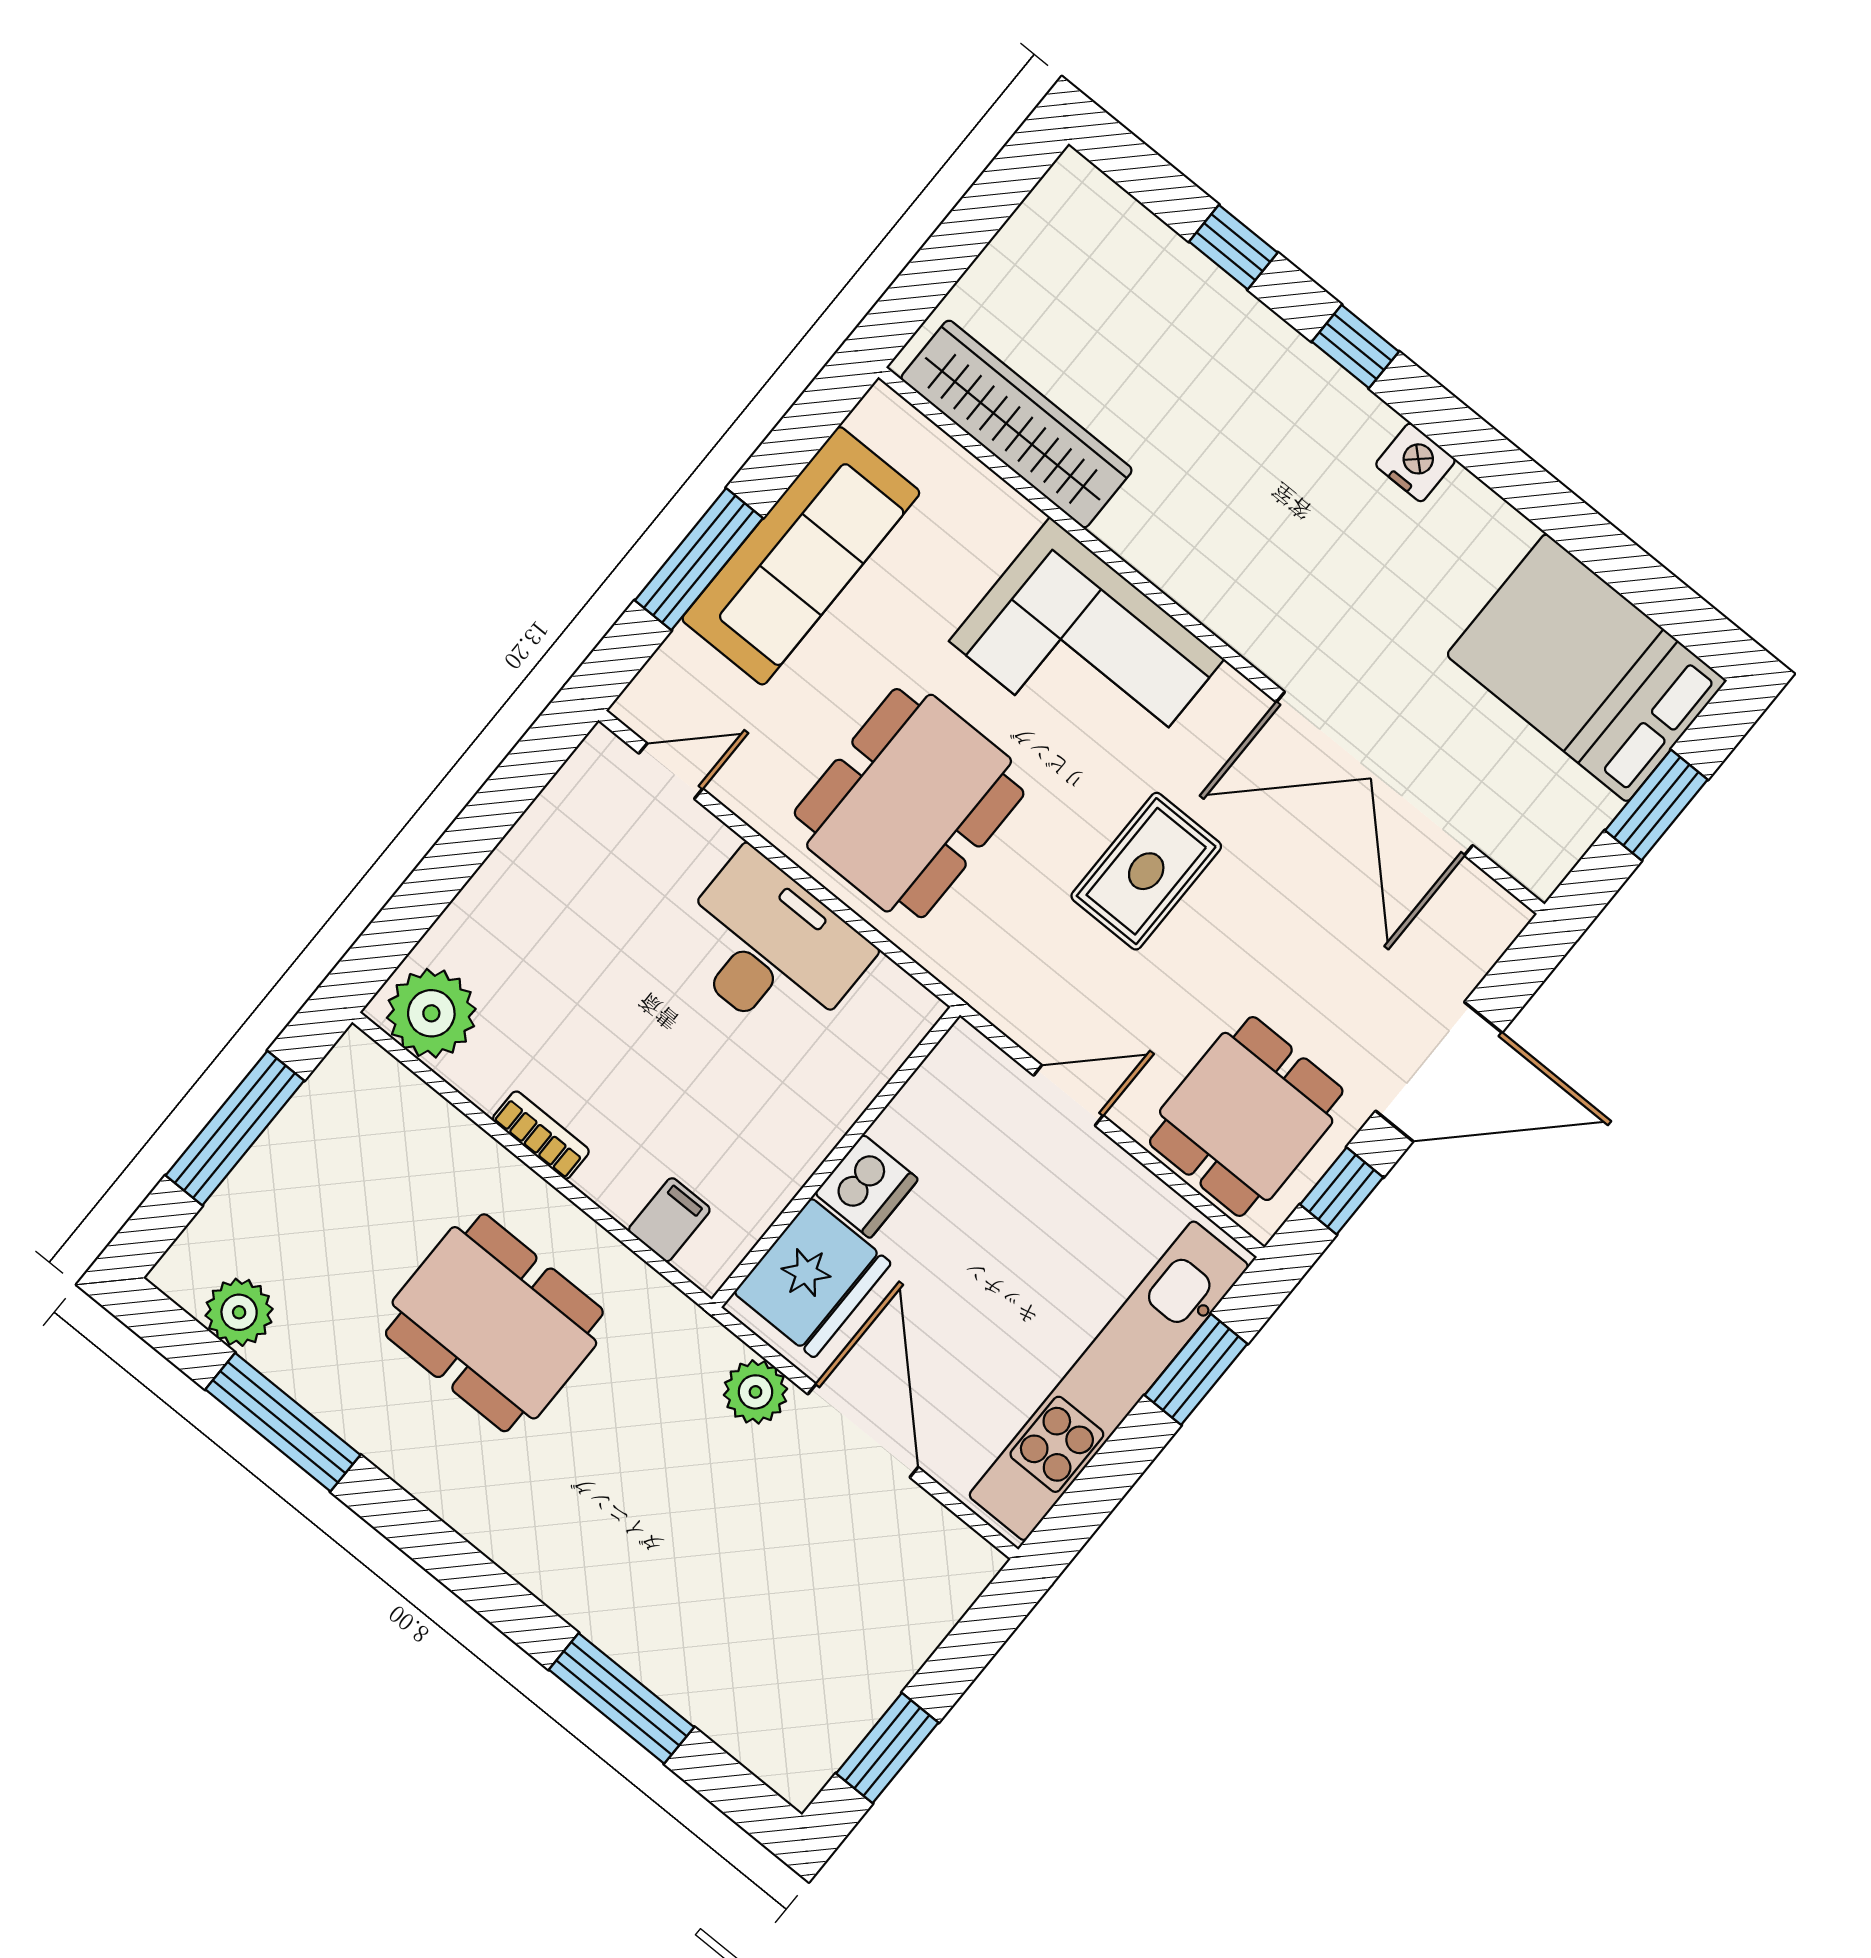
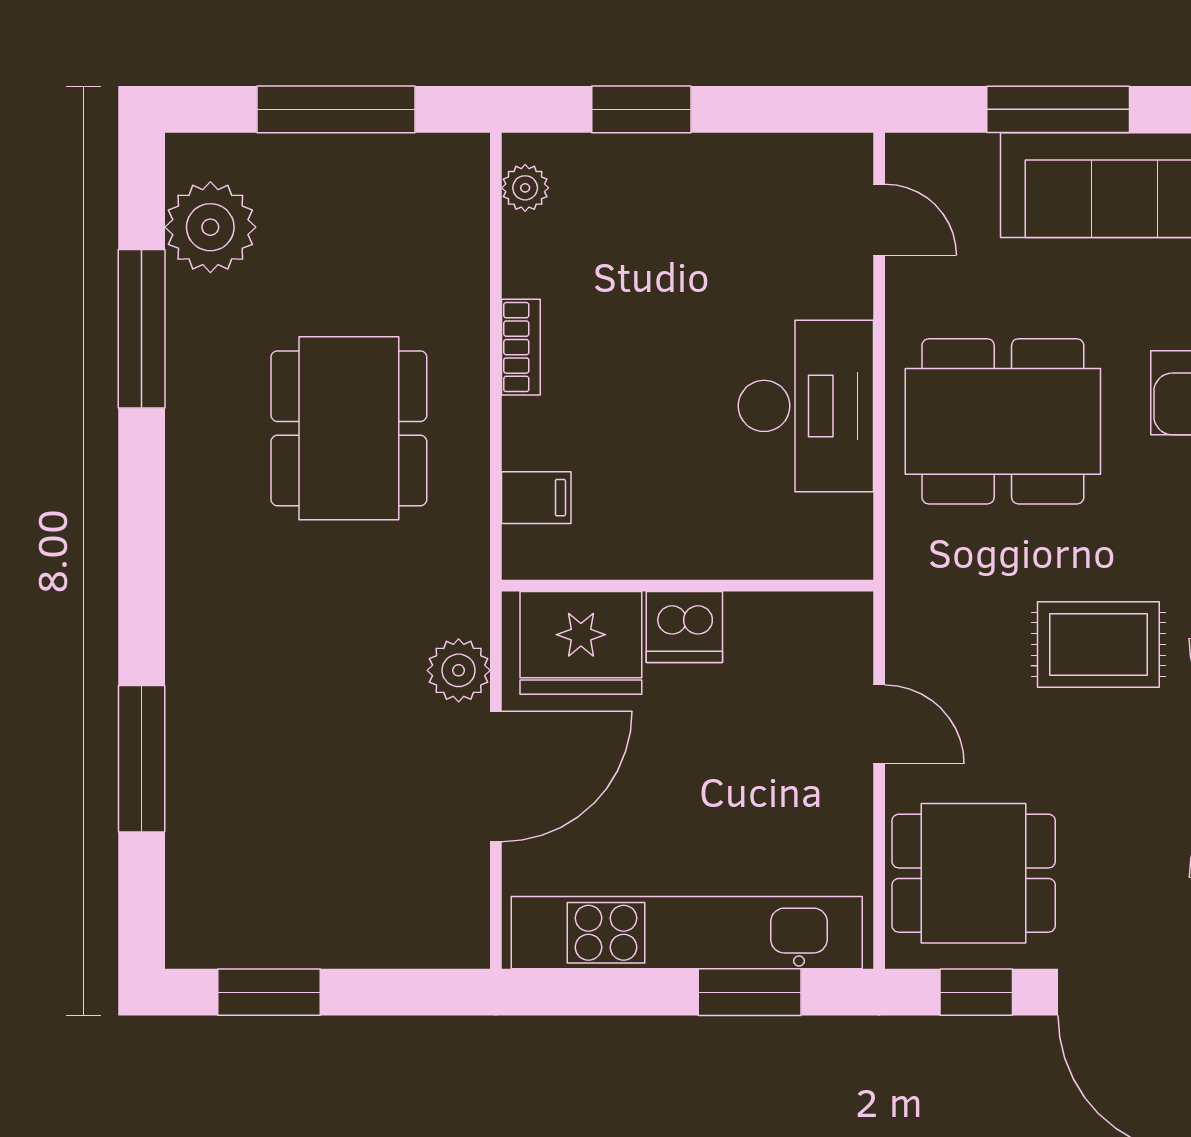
window: (431, 888) -> (641, 109), added
plant: (431, 1013) -> (525, 188), width x0.53, depth x0.53
plant: (239, 1312) -> (210, 227), width x1.36, depth x1.36

